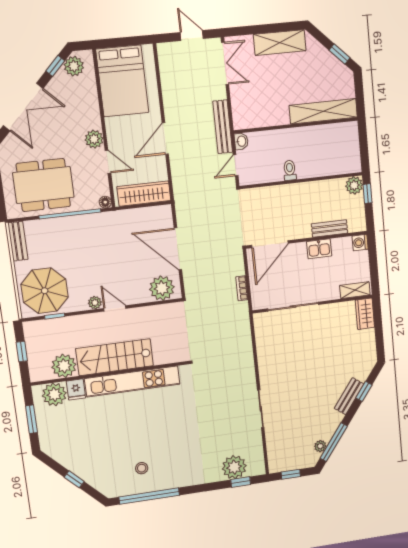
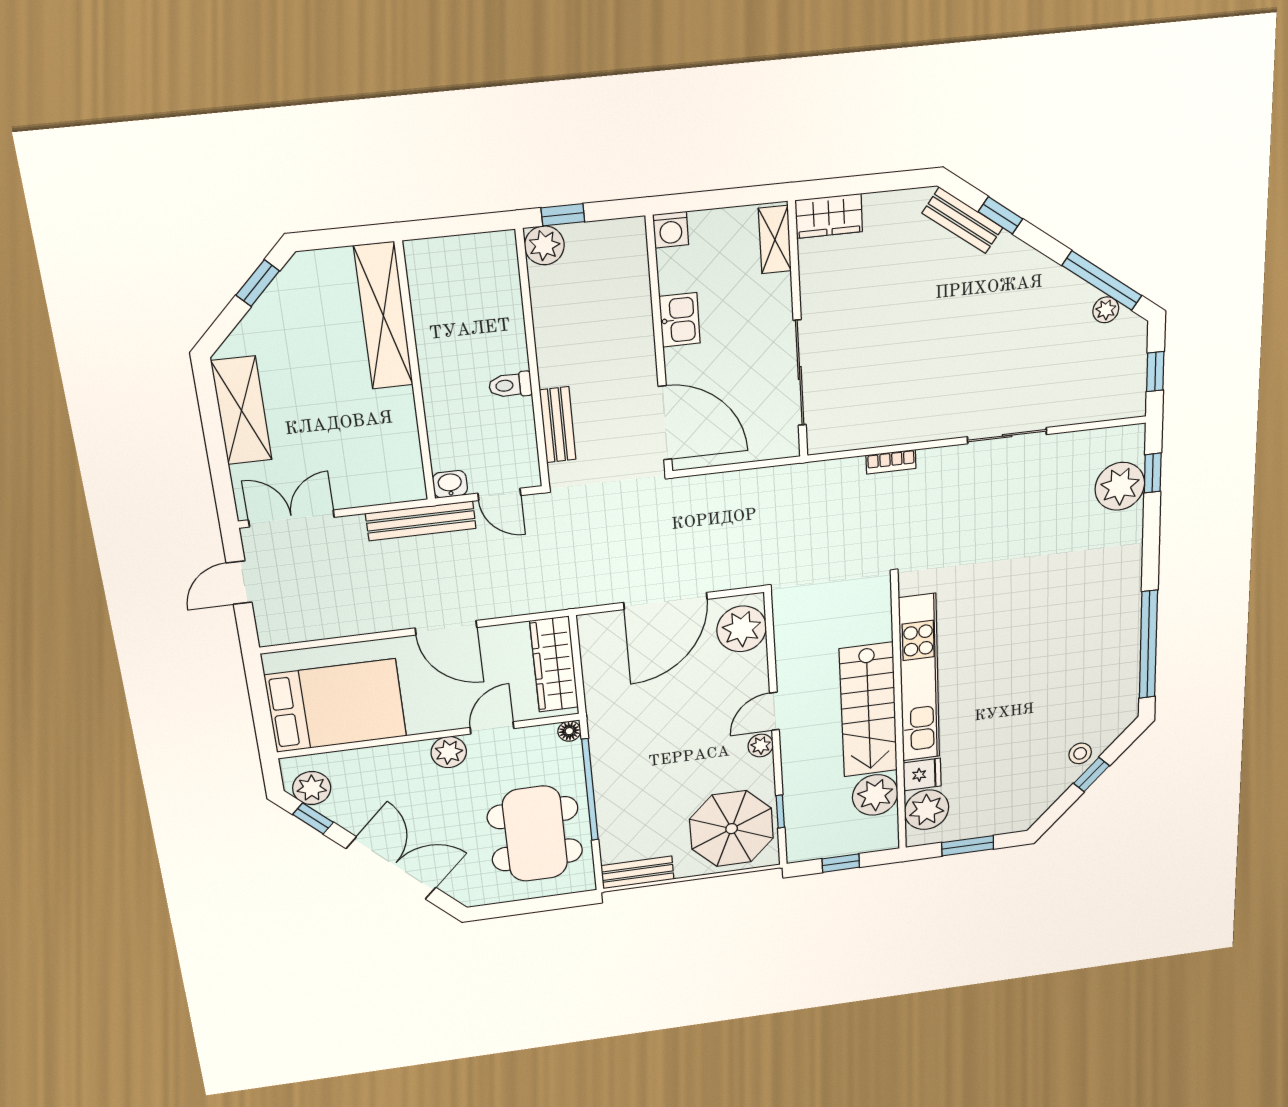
bench: (330, 228) -> (558, 425), moved
bookcase: (242, 288) -> (891, 462), moved
bench: (349, 396) -> (963, 220), moved
stool: (142, 468) -> (1080, 753), moved

